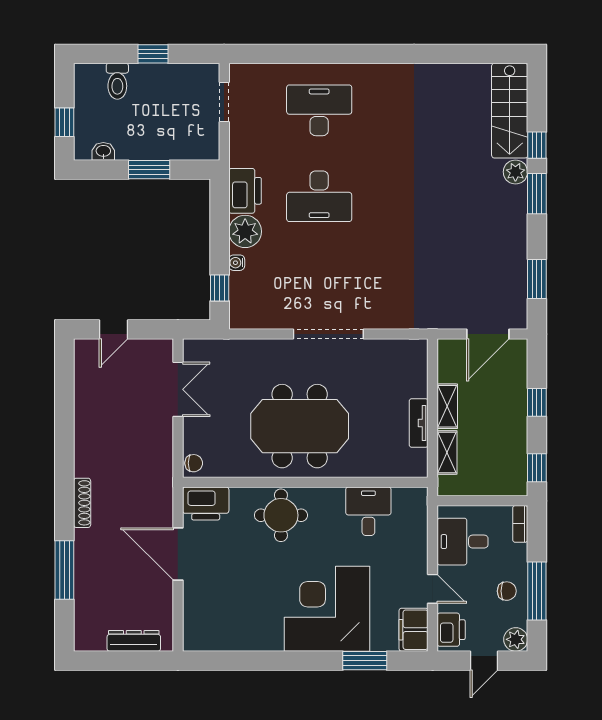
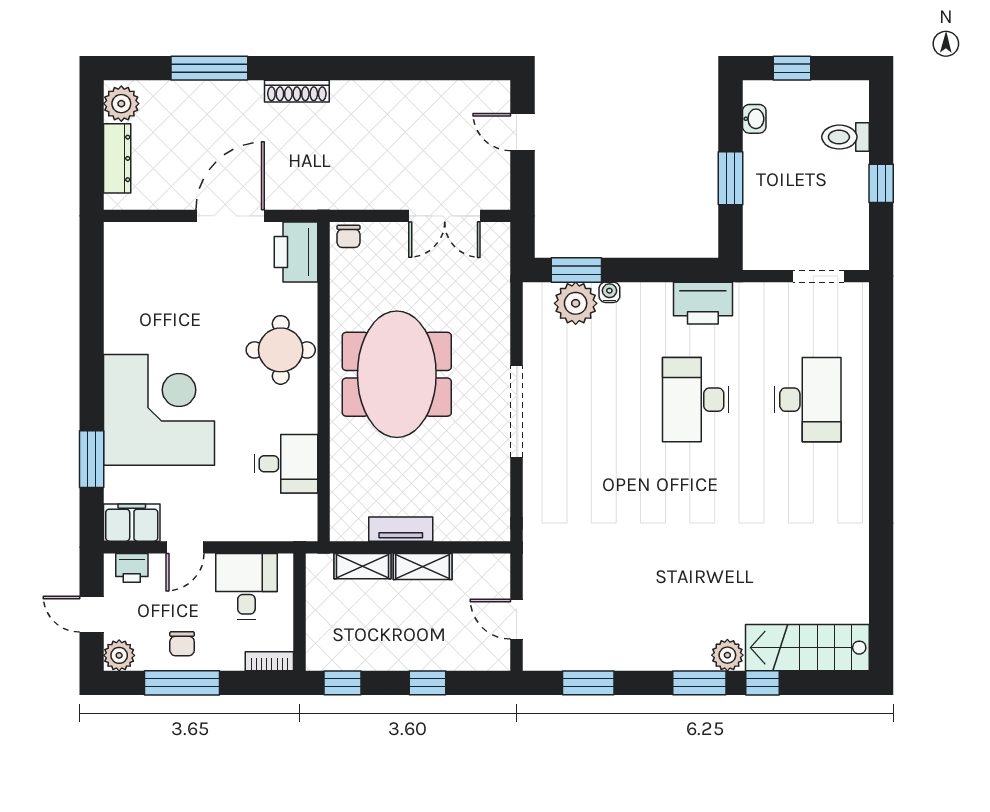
plant: (245, 231) -> (576, 303), moved
window: (220, 288) -> (576, 270), width x1.50
door: (488, 334) -> (517, 619), width x0.73
printer: (451, 630) -> (132, 568), width x0.73, depth x0.81
plant: (92, 638) -> (121, 104), added

